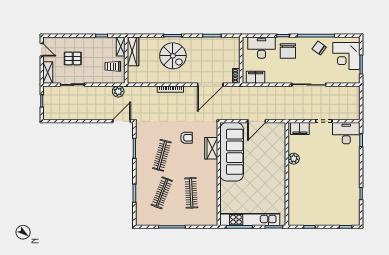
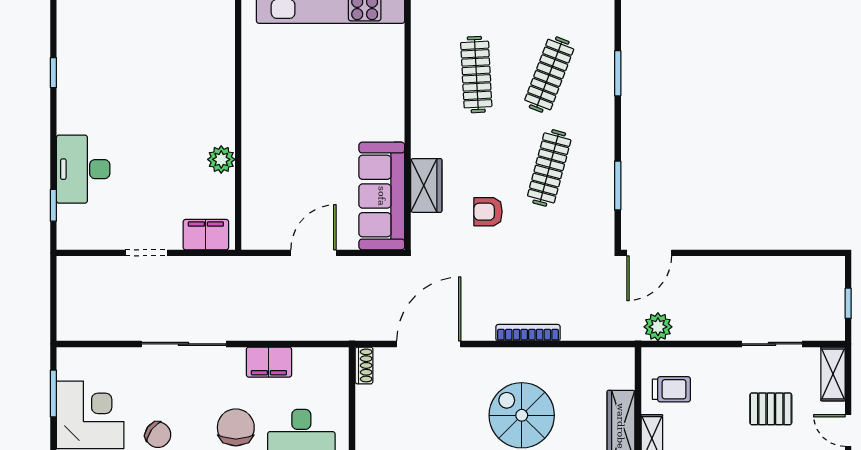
filing cabinet: (256, 77) -> (269, 362), moved
desk: (346, 133) -> (83, 169), moved, turned 90
sofa: (232, 152) -> (382, 196), width x0.74, depth x0.79

